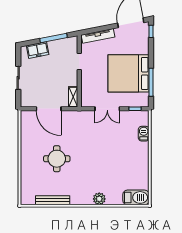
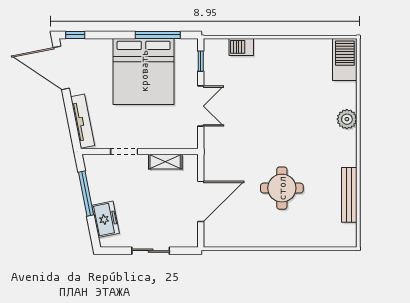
shelving: (73, 97) -> (165, 162), moved

